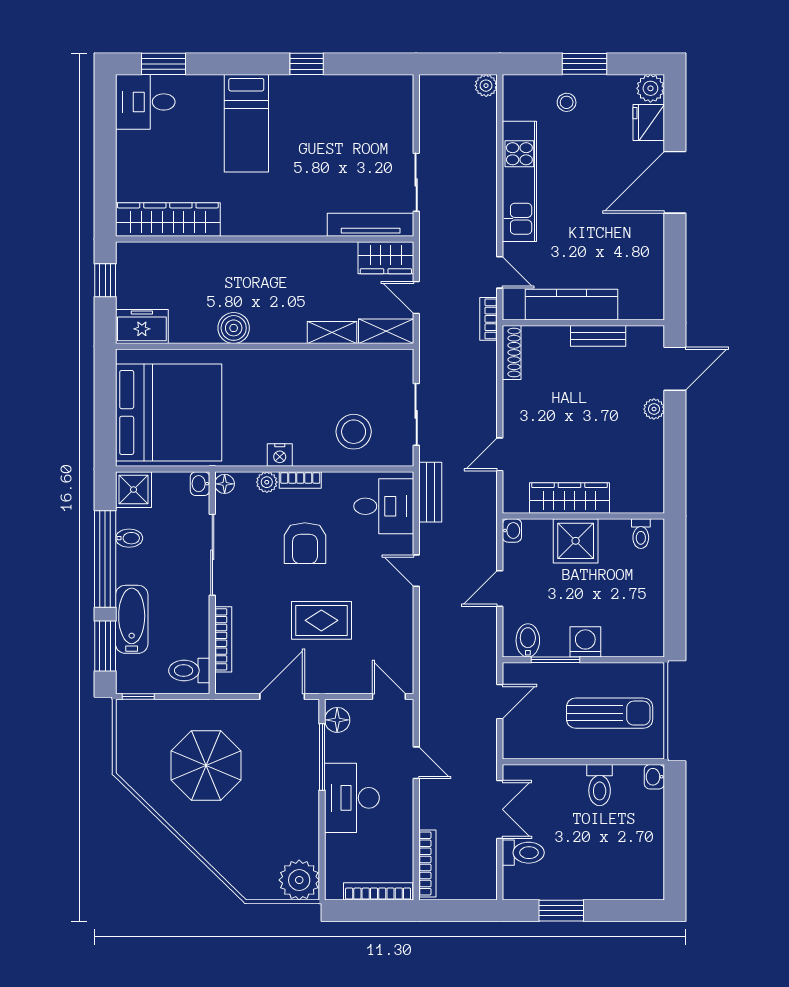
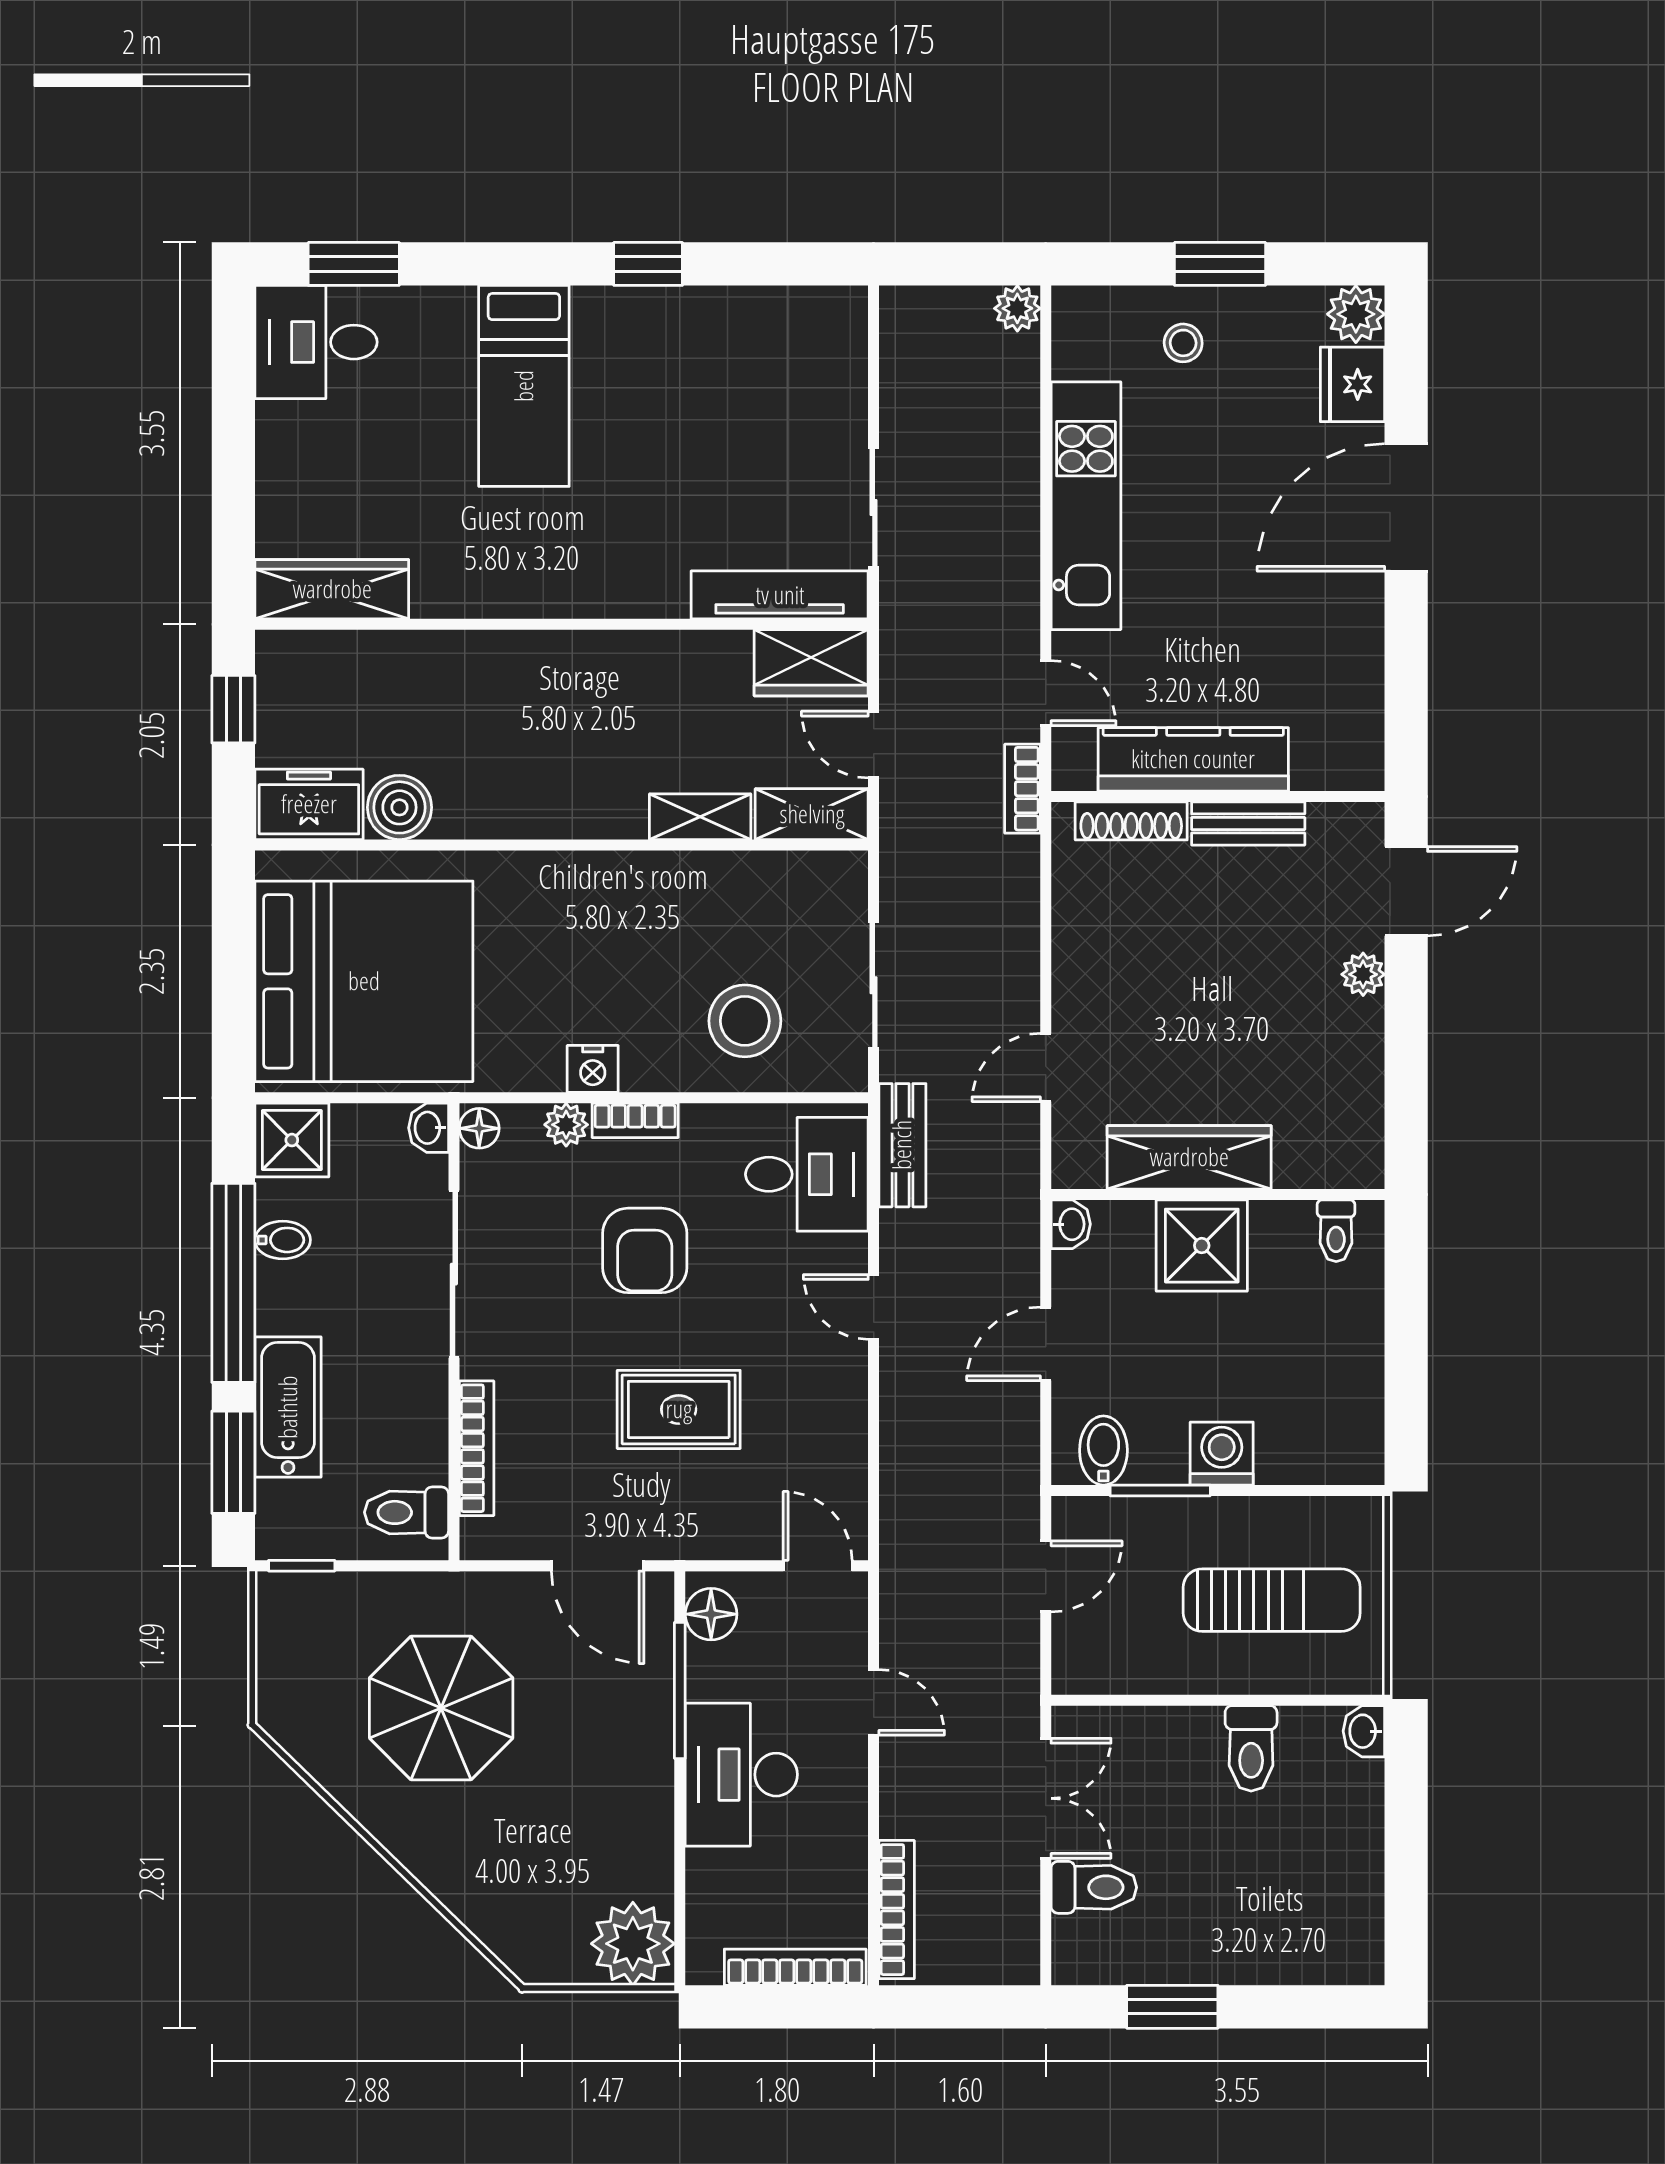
wardrobe: (168, 220) -> (332, 589), width x0.71, depth x0.85
boiler: (234, 328) -> (399, 807), moved
shoe rack: (512, 352) -> (1131, 821), moved, turned 90
door: (282, 696) -> (598, 1566), swing flipped

